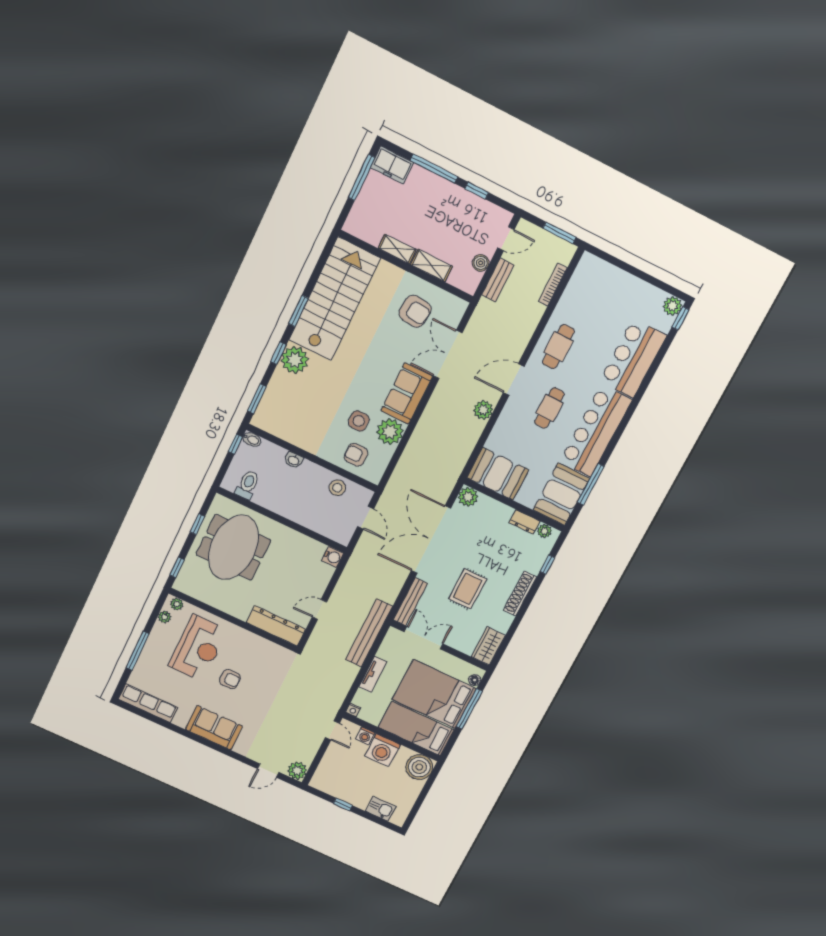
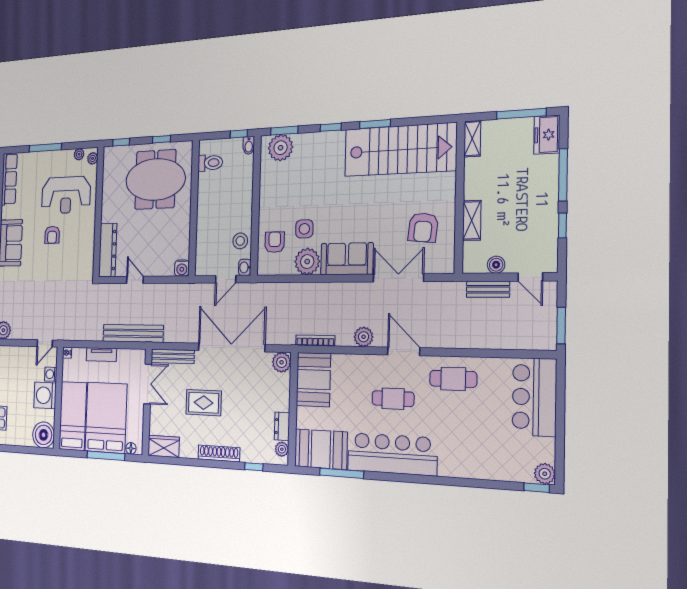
shelving: (397, 249) -> (472, 139), moved
bookcase: (553, 285) -> (315, 340), moved
bar counter: (633, 358) -> (534, 397), moved, turned -90
plant: (295, 360) -> (281, 148), moved
washbasin: (294, 460) -> (245, 267), moved

